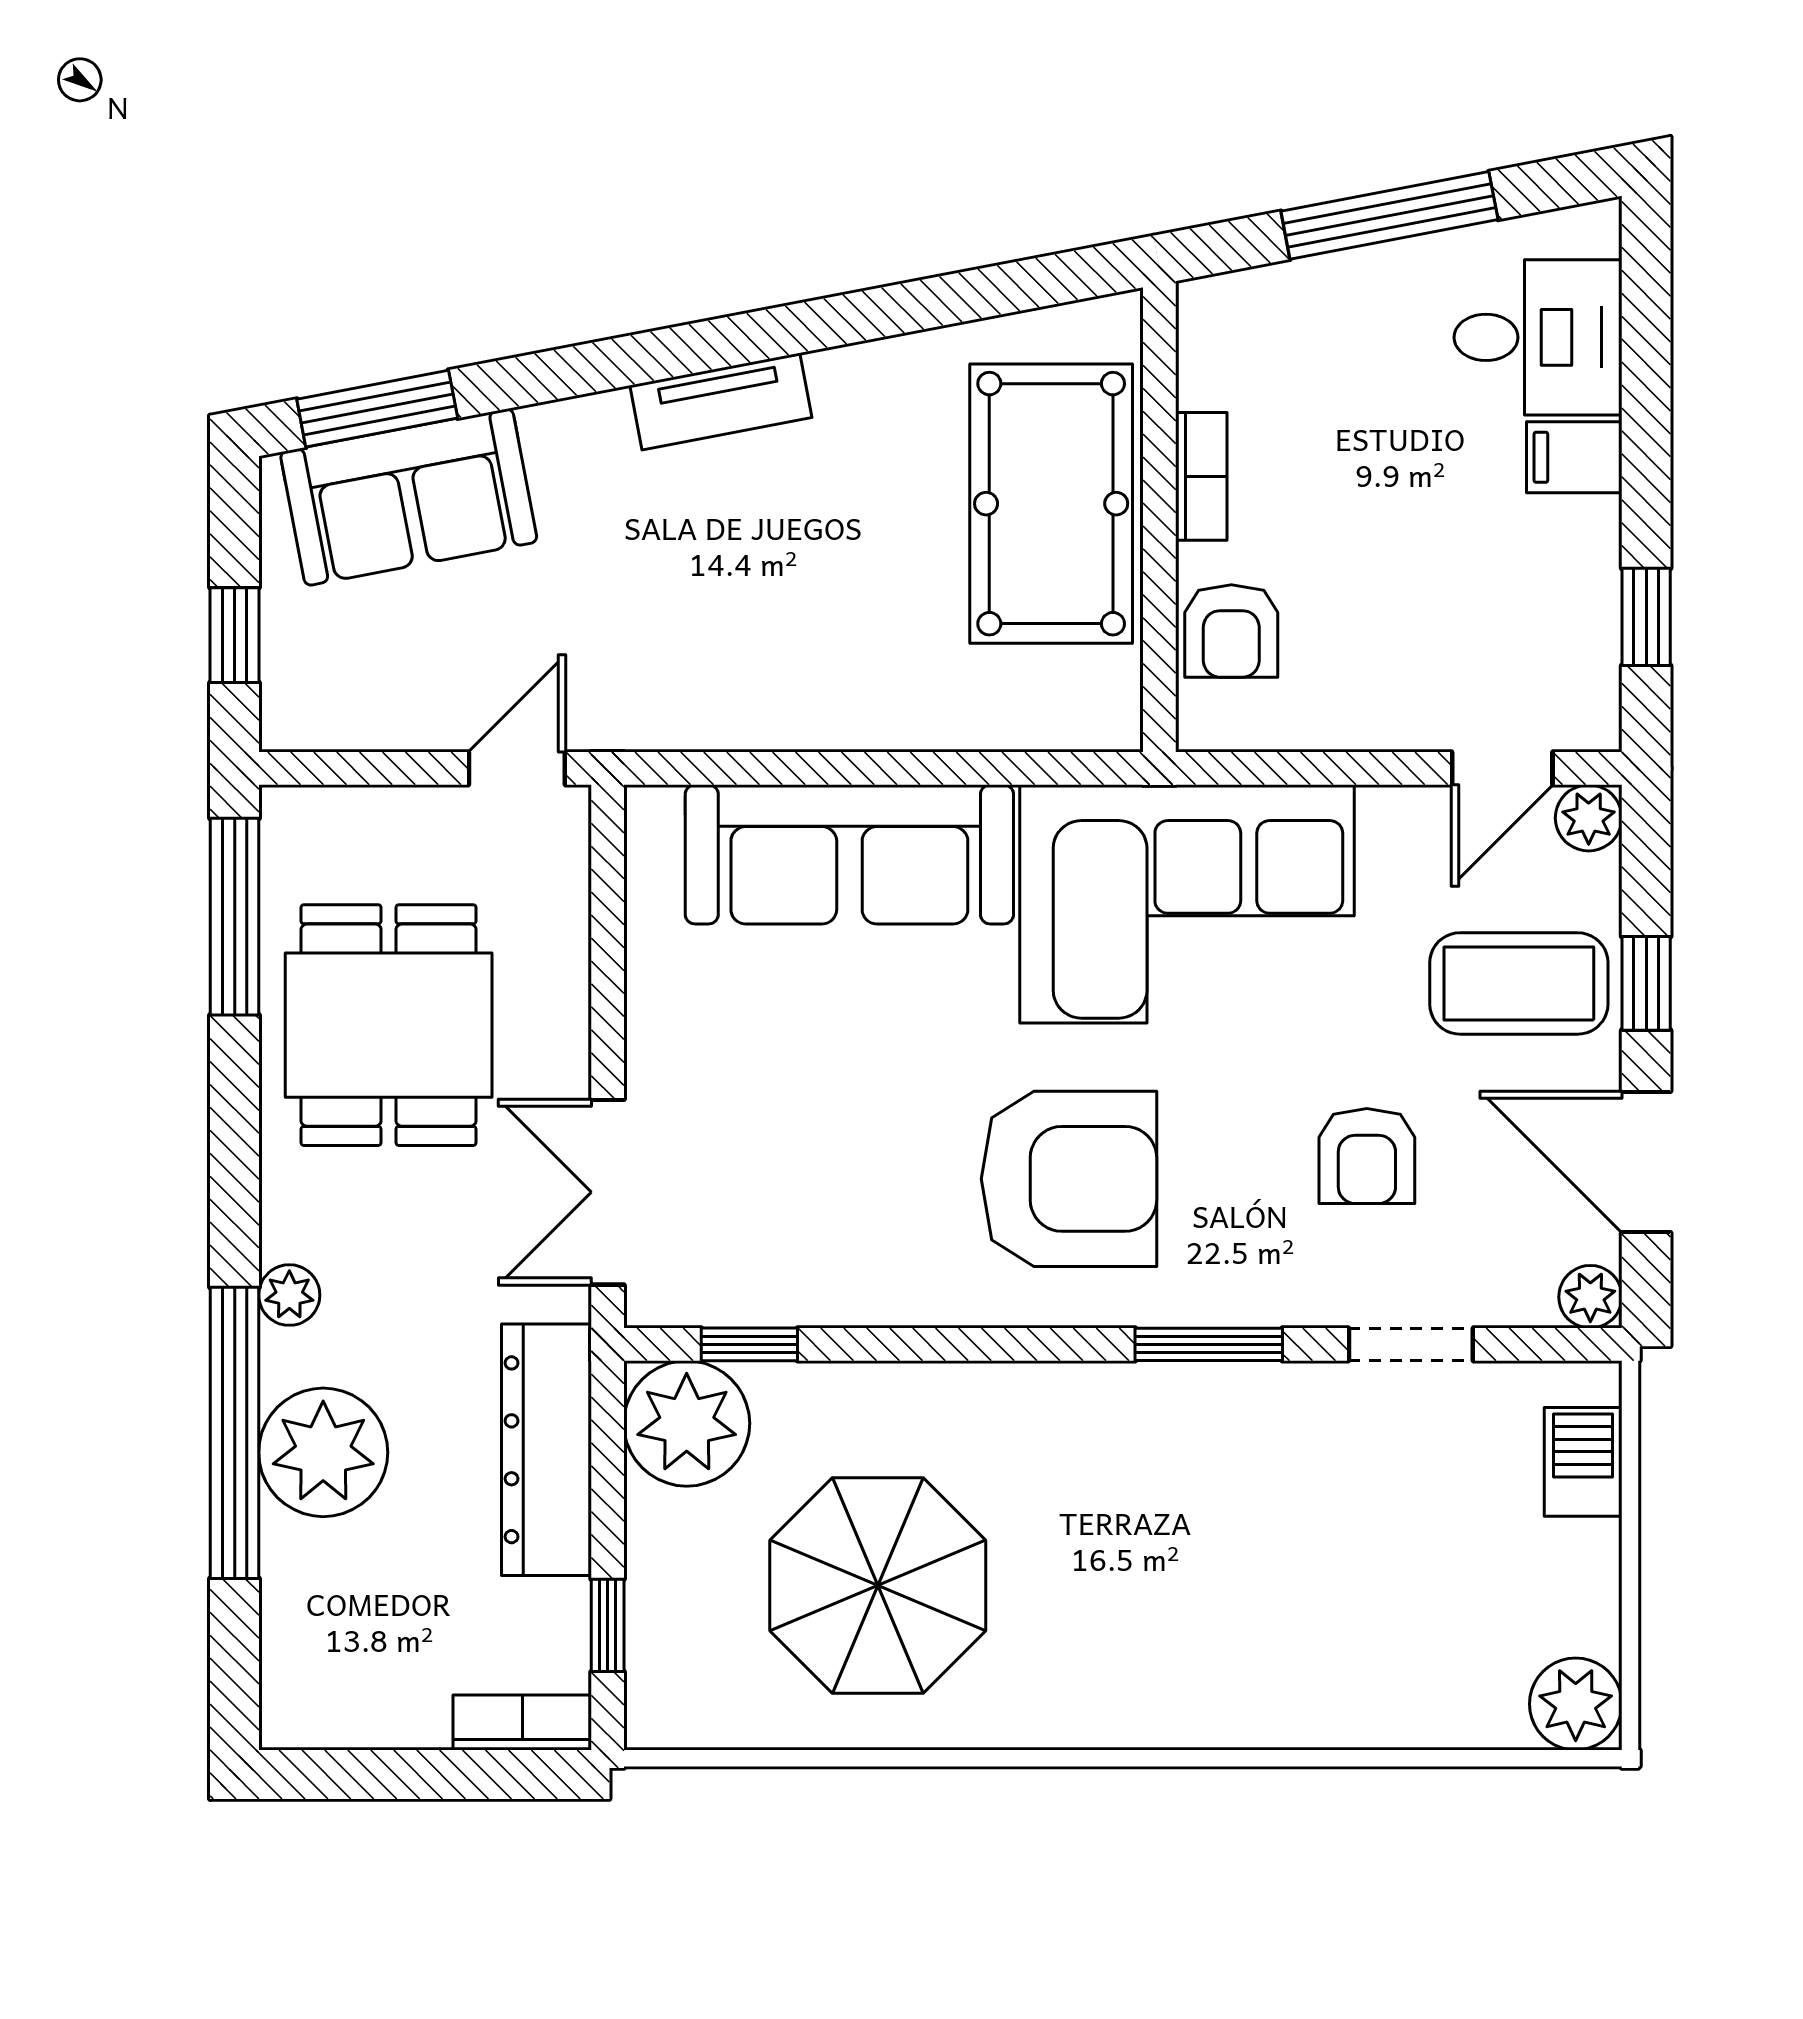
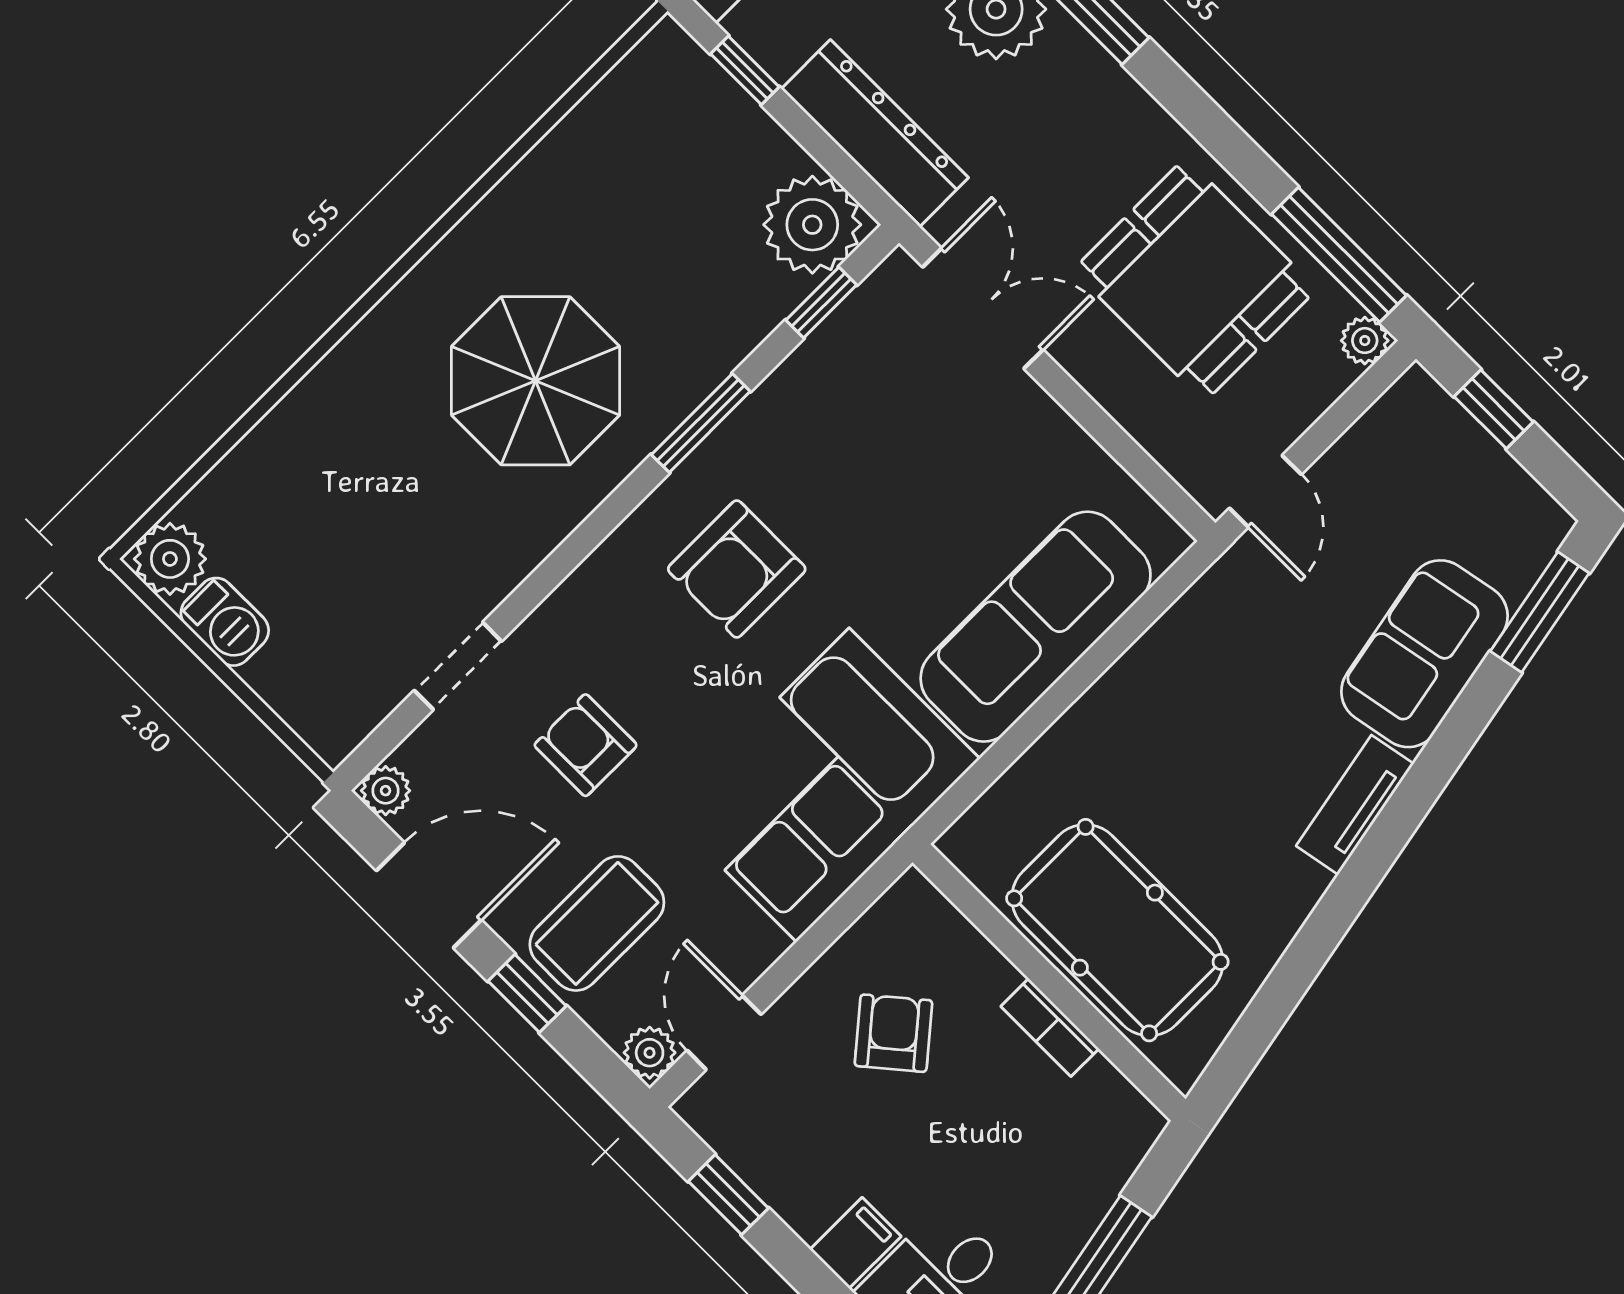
sofa: (409, 497) -> (1424, 654), moved
armchair: (1231, 631) -> (893, 1033), moved, turned 50
armchair: (1069, 1179) -> (737, 569), width x0.73, depth x0.73
plant: (289, 1295) -> (1365, 341), moved
window: (1209, 1344) -> (701, 423), moved
barbecue: (1583, 1462) -> (225, 622), moved
parasol: (878, 1586) -> (536, 381), moved

